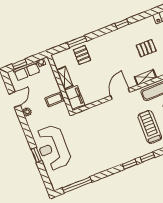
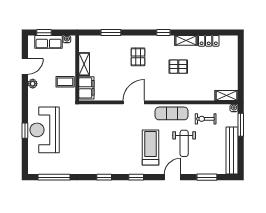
pallet: (82, 55) -> (138, 57), moved
shelving: (145, 77) -> (186, 40), moved
window: (130, 164) -> (104, 177), moved

